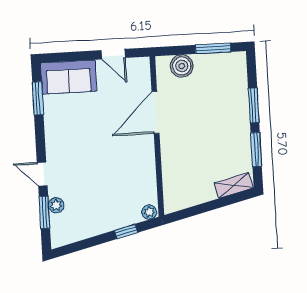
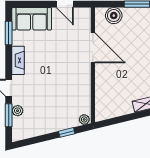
door: (155, 112) -> (93, 48), swing flipped
fireplace: (53, 136) -> (18, 60), added

